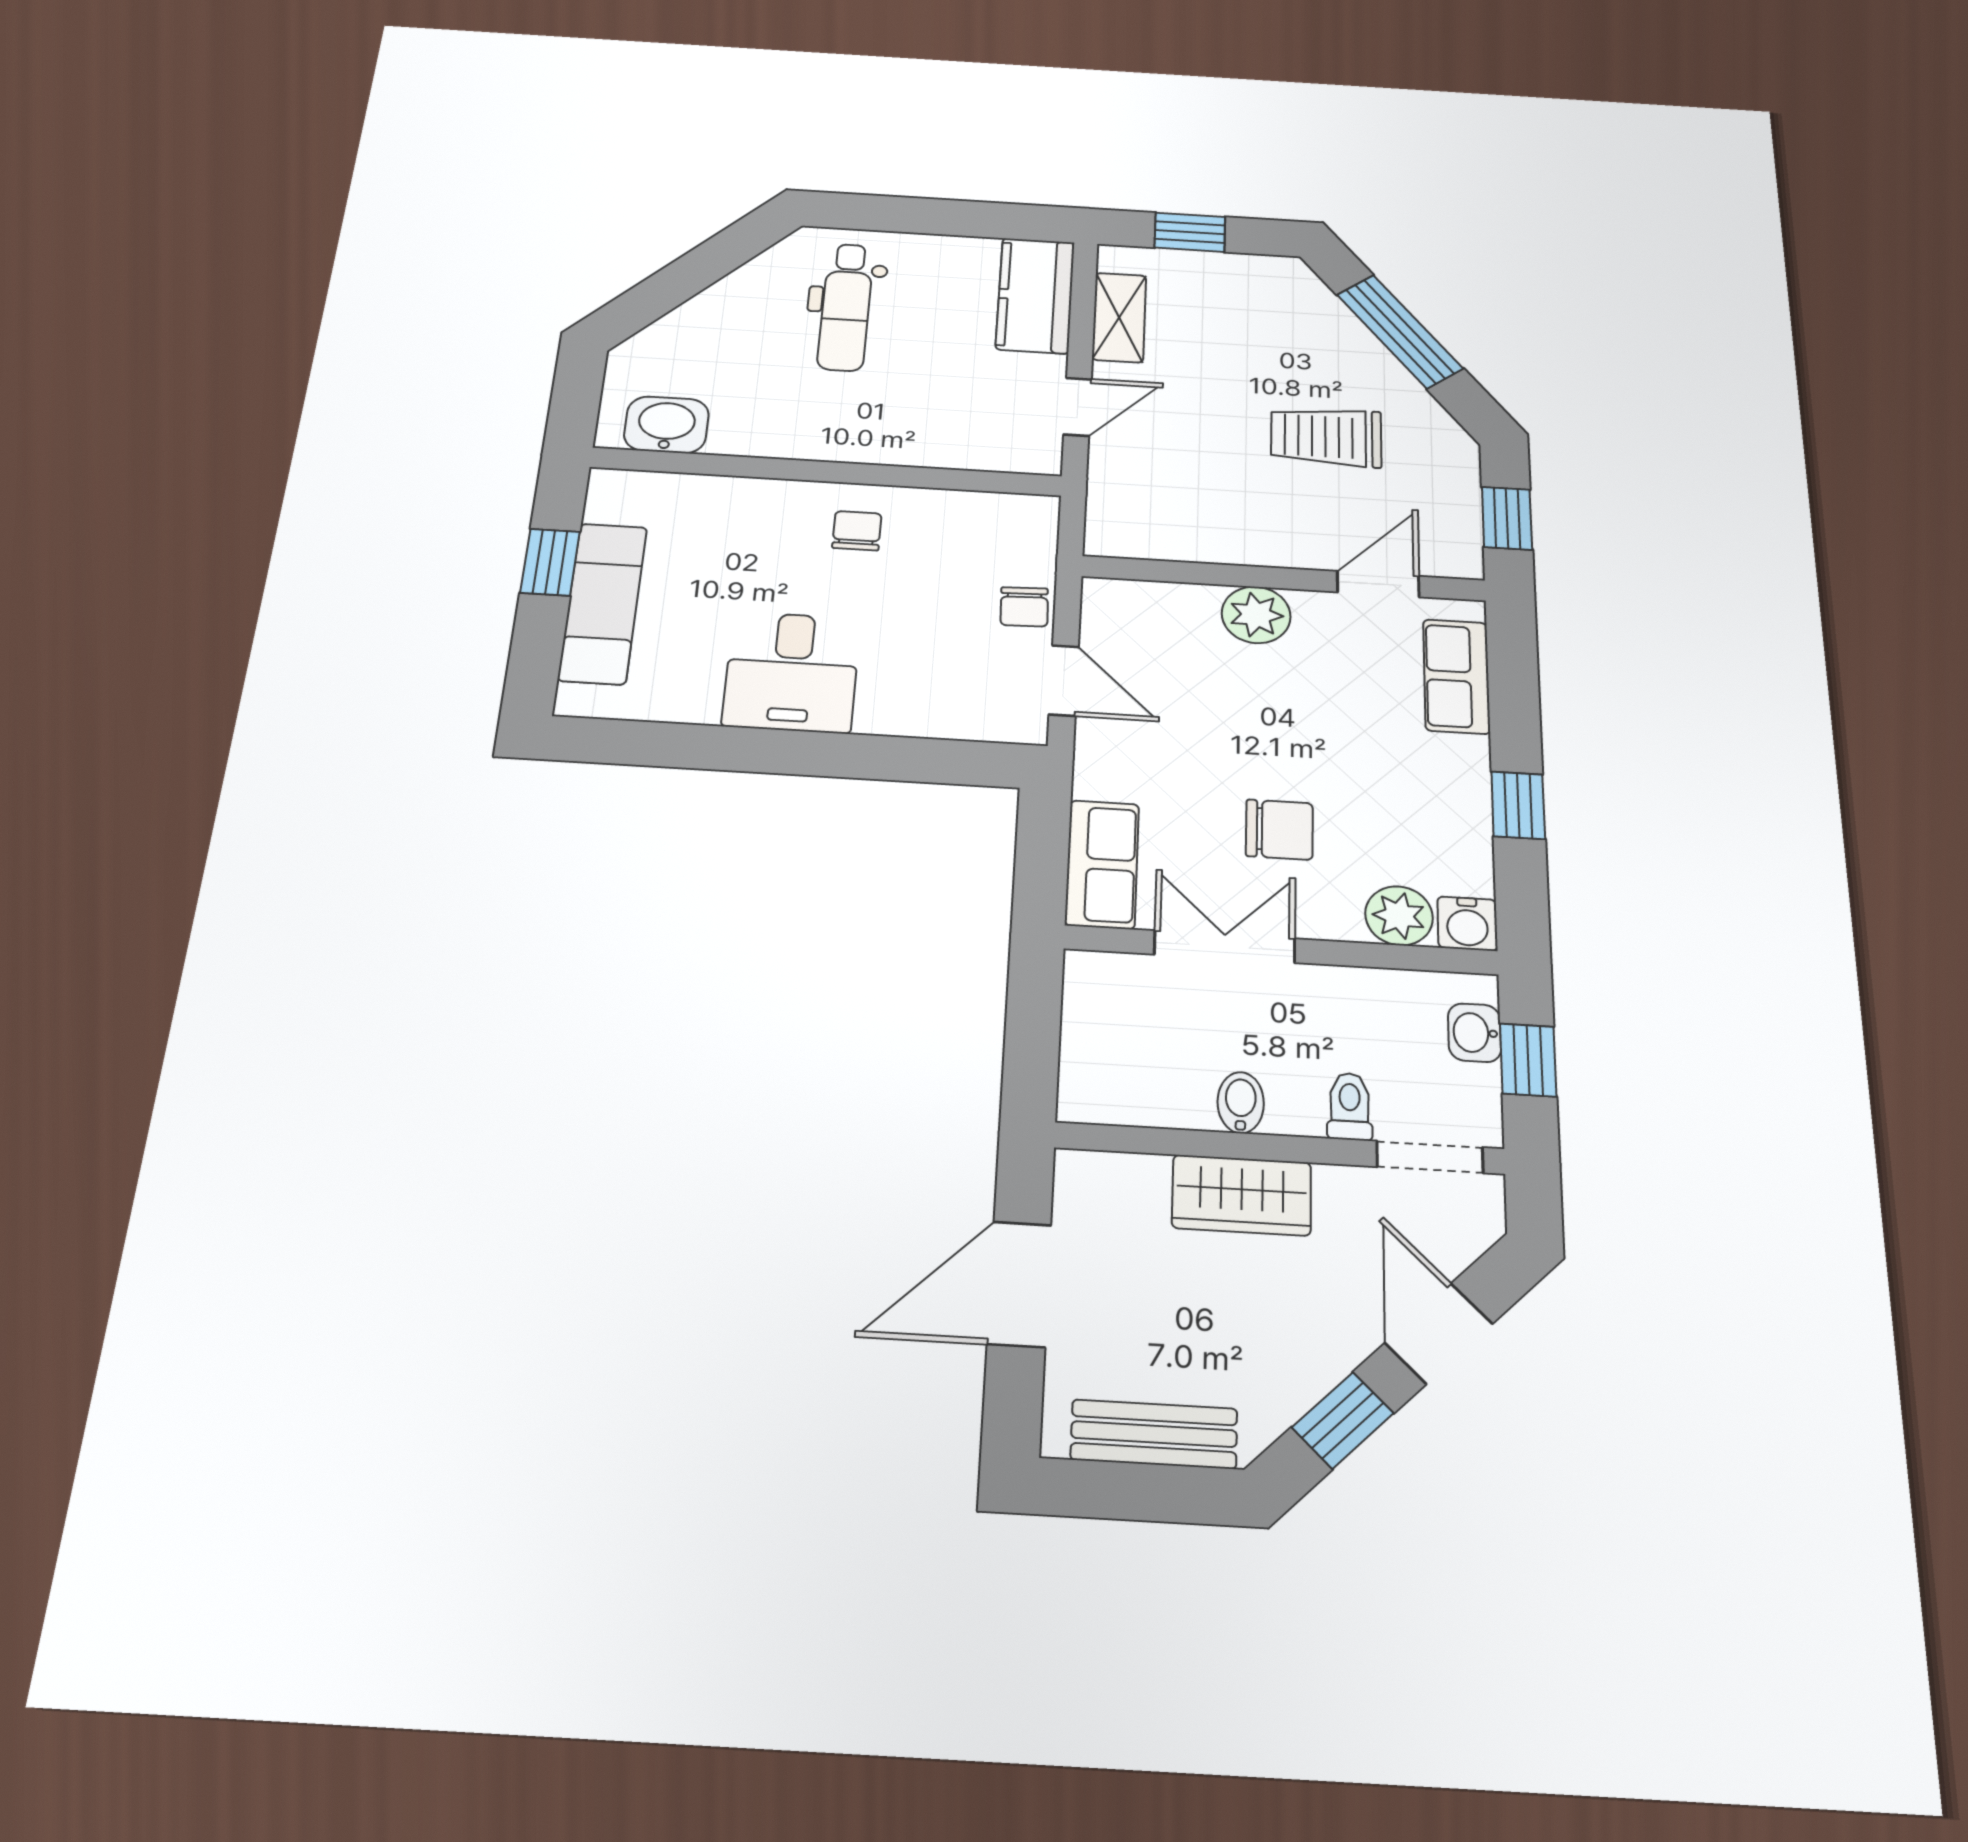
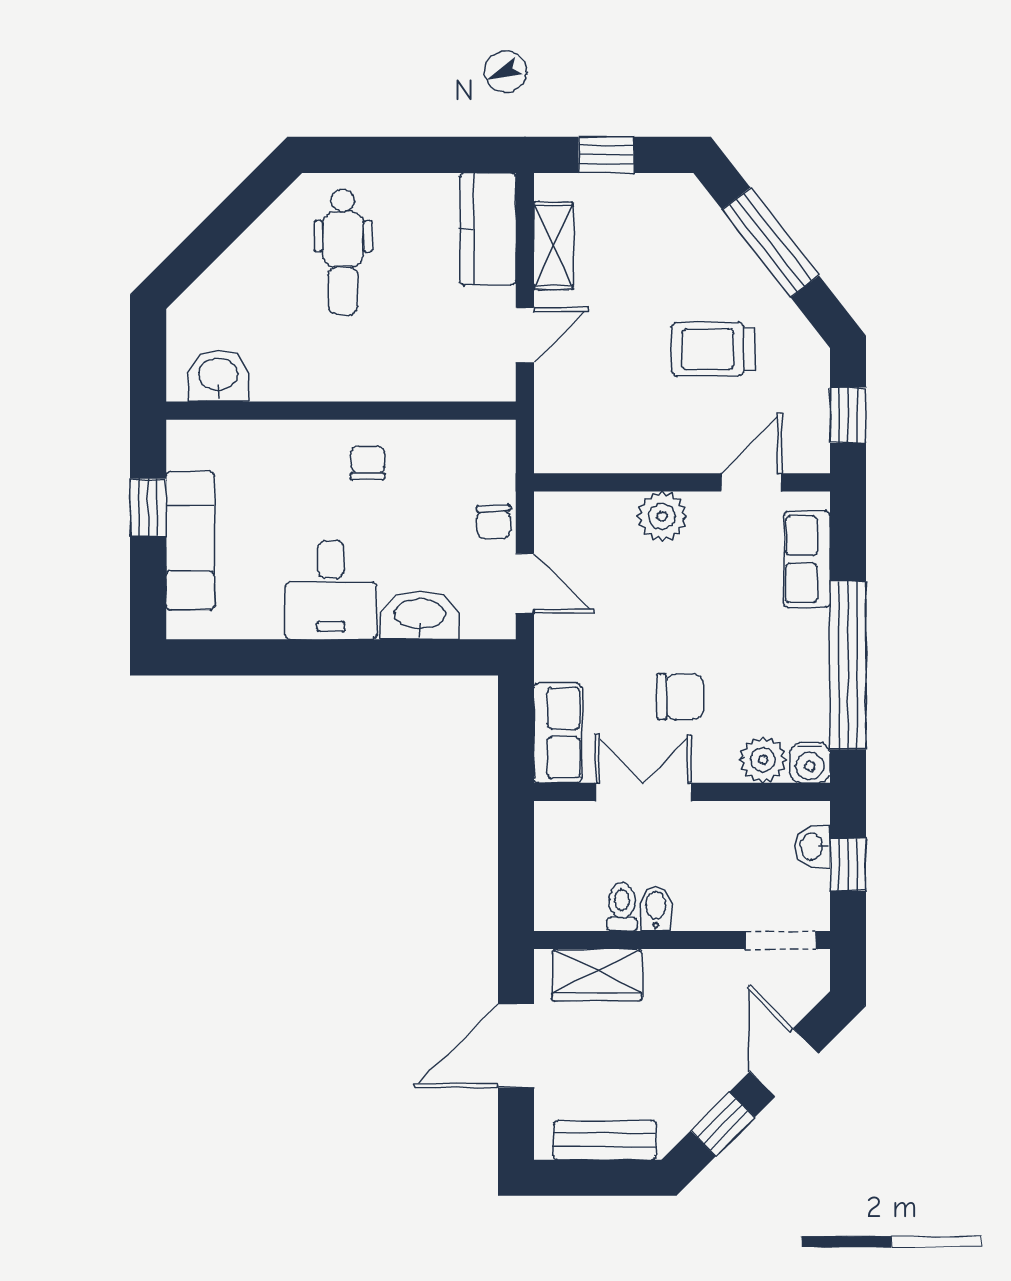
washbasin: (914, 709) -> (420, 615), added
window: (1518, 805) -> (848, 665), width x3.17
toilet: (1350, 1106) -> (622, 907), moved
wardrobe: (1242, 1195) -> (597, 975), moved

